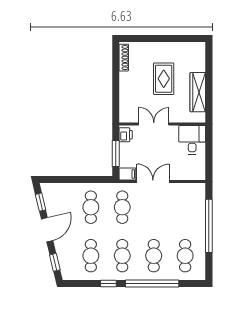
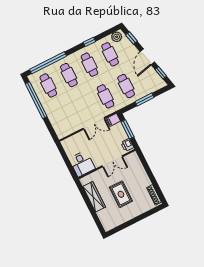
window: (77, 179) -> (144, 100), added
window: (209, 226) -> (36, 100), moved
plant: (72, 273) -> (117, 37), added
window: (152, 283) -> (48, 63), moved

